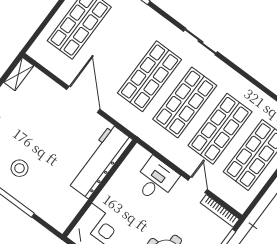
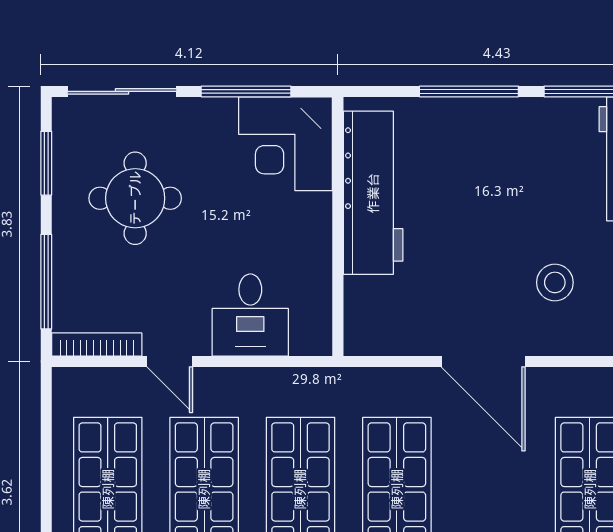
workbench: (100, 161) -> (373, 193), moved
stool: (19, 168) -> (555, 282), moved

